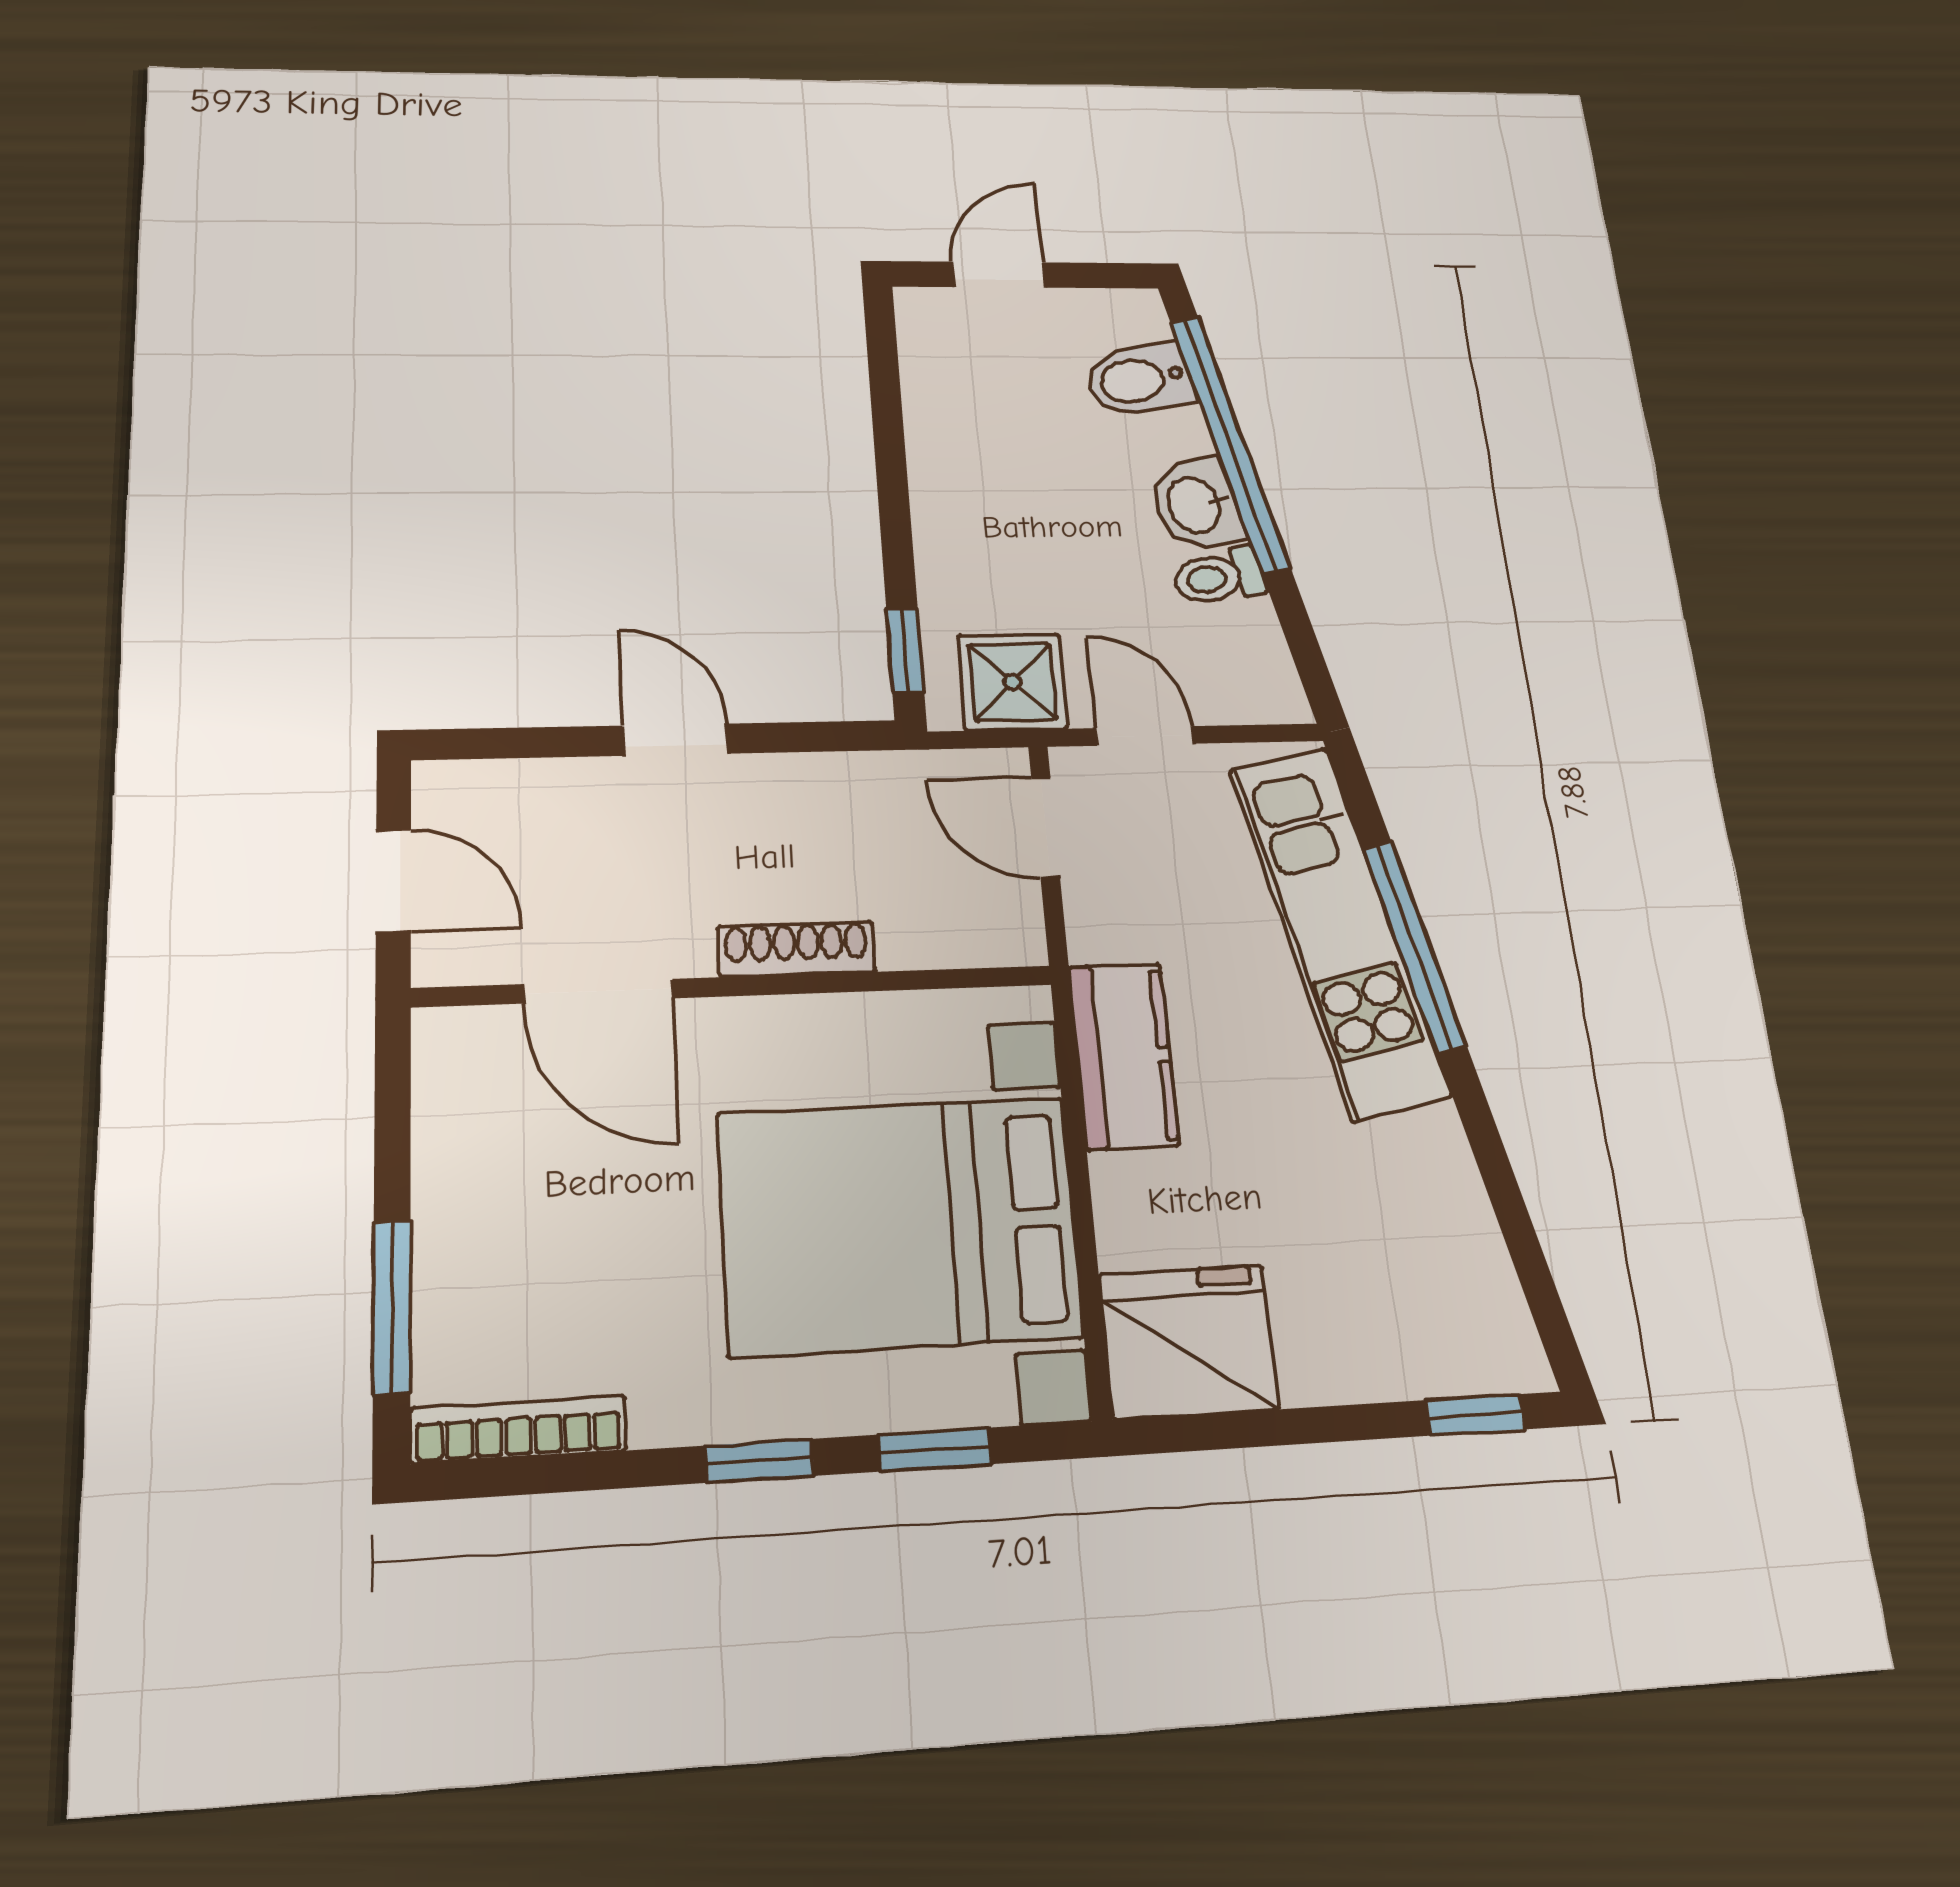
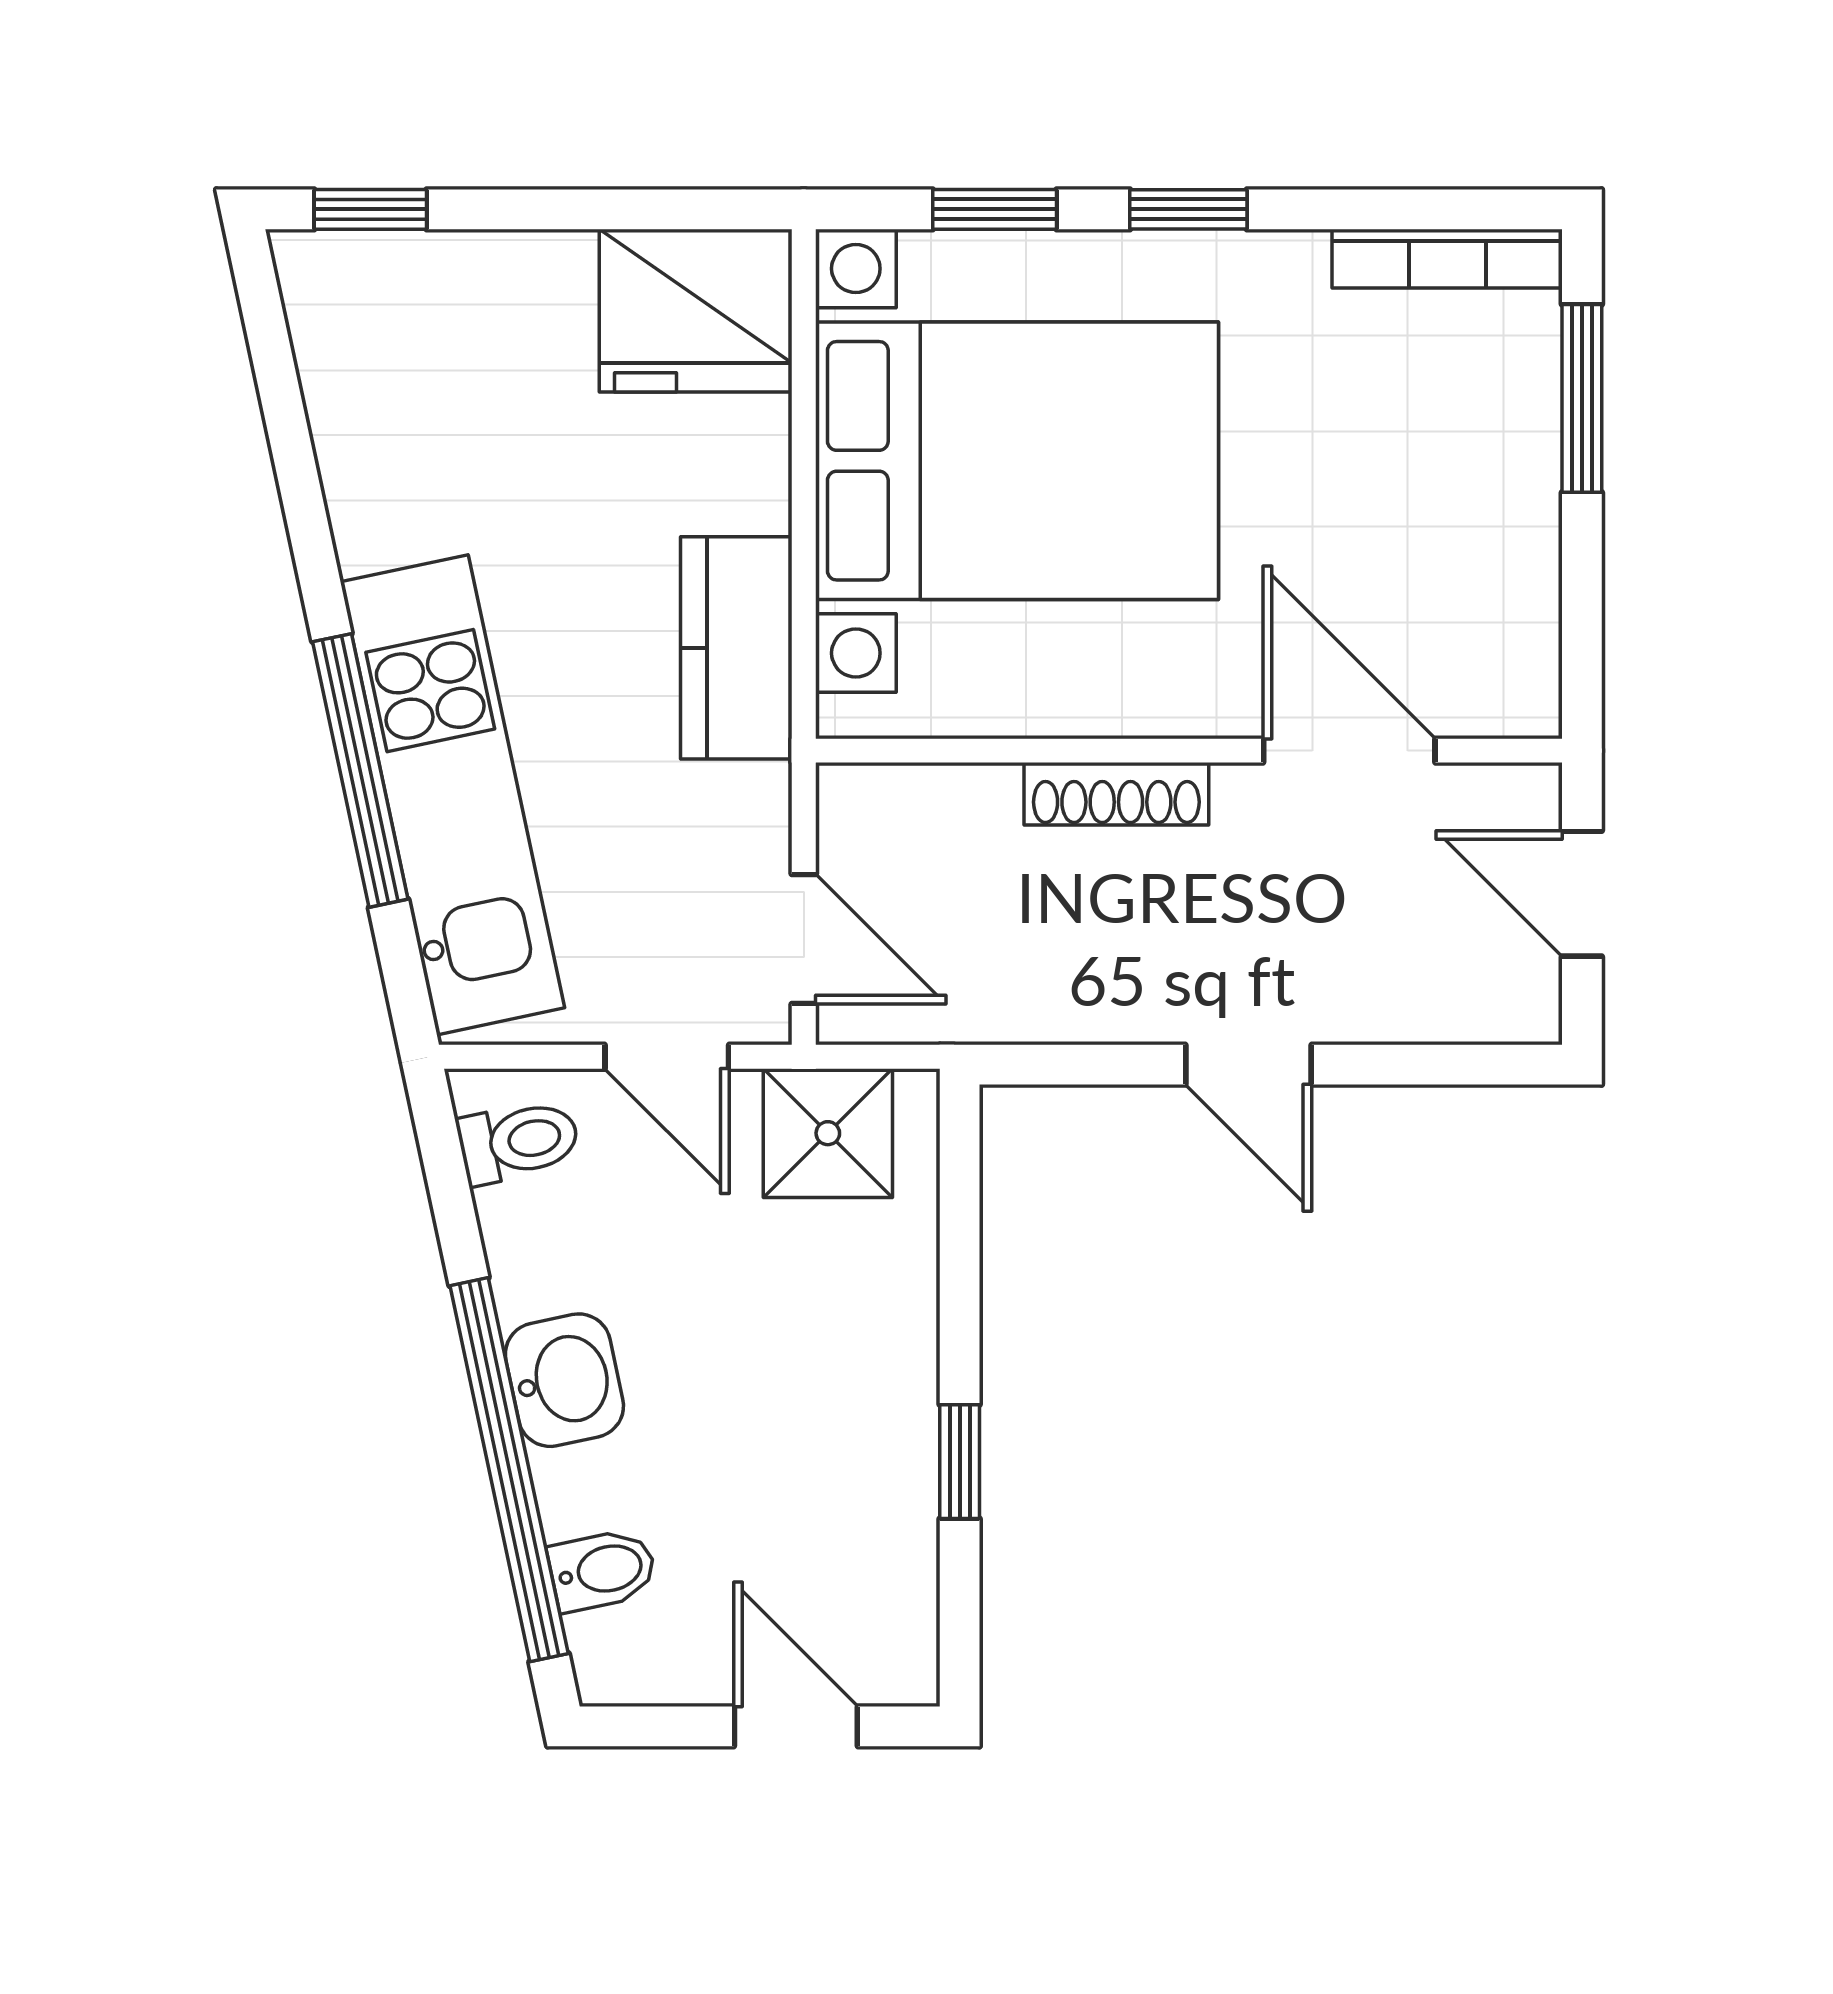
door: (998, 275) -> (796, 1726), swing flipped
bidet: (1139, 380) -> (603, 1570), width x0.72, depth x0.74
toilet: (1218, 577) -> (519, 1141), moved
window: (905, 650) -> (960, 1462), moved

